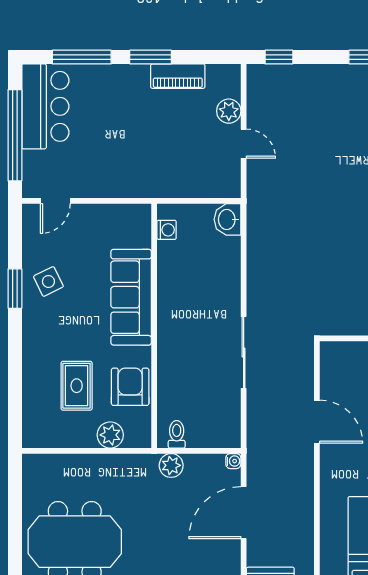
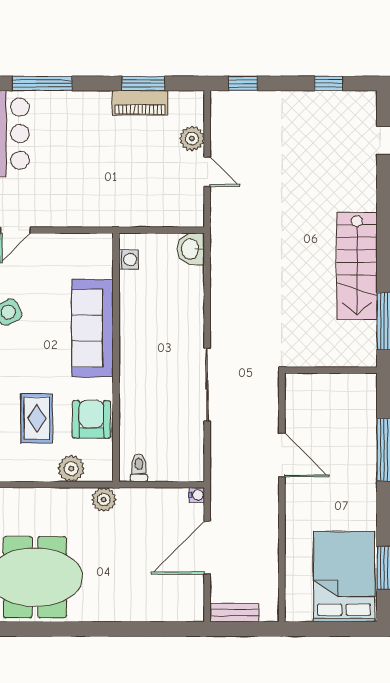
window: (150, 57) -> (143, 83), moved
plant: (171, 465) -> (104, 500), moved

